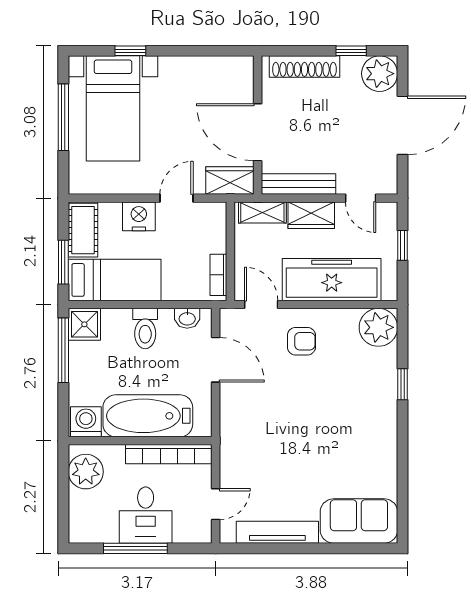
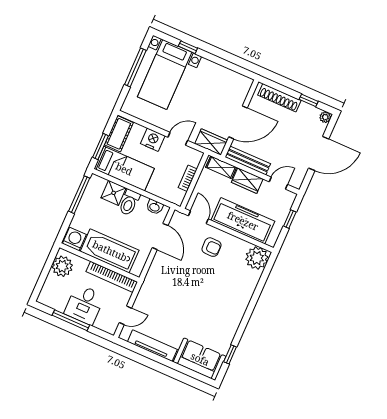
plant: (380, 74) -> (325, 117), width x0.53, depth x0.53
door: (258, 132) -> (238, 122), swing flipped
door: (361, 198) -> (278, 183), swing flipped
bookcase: (218, 275) -> (188, 178), moved
shower: (84, 324) -> (114, 193), moved
window: (402, 384) -> (230, 354), moved

